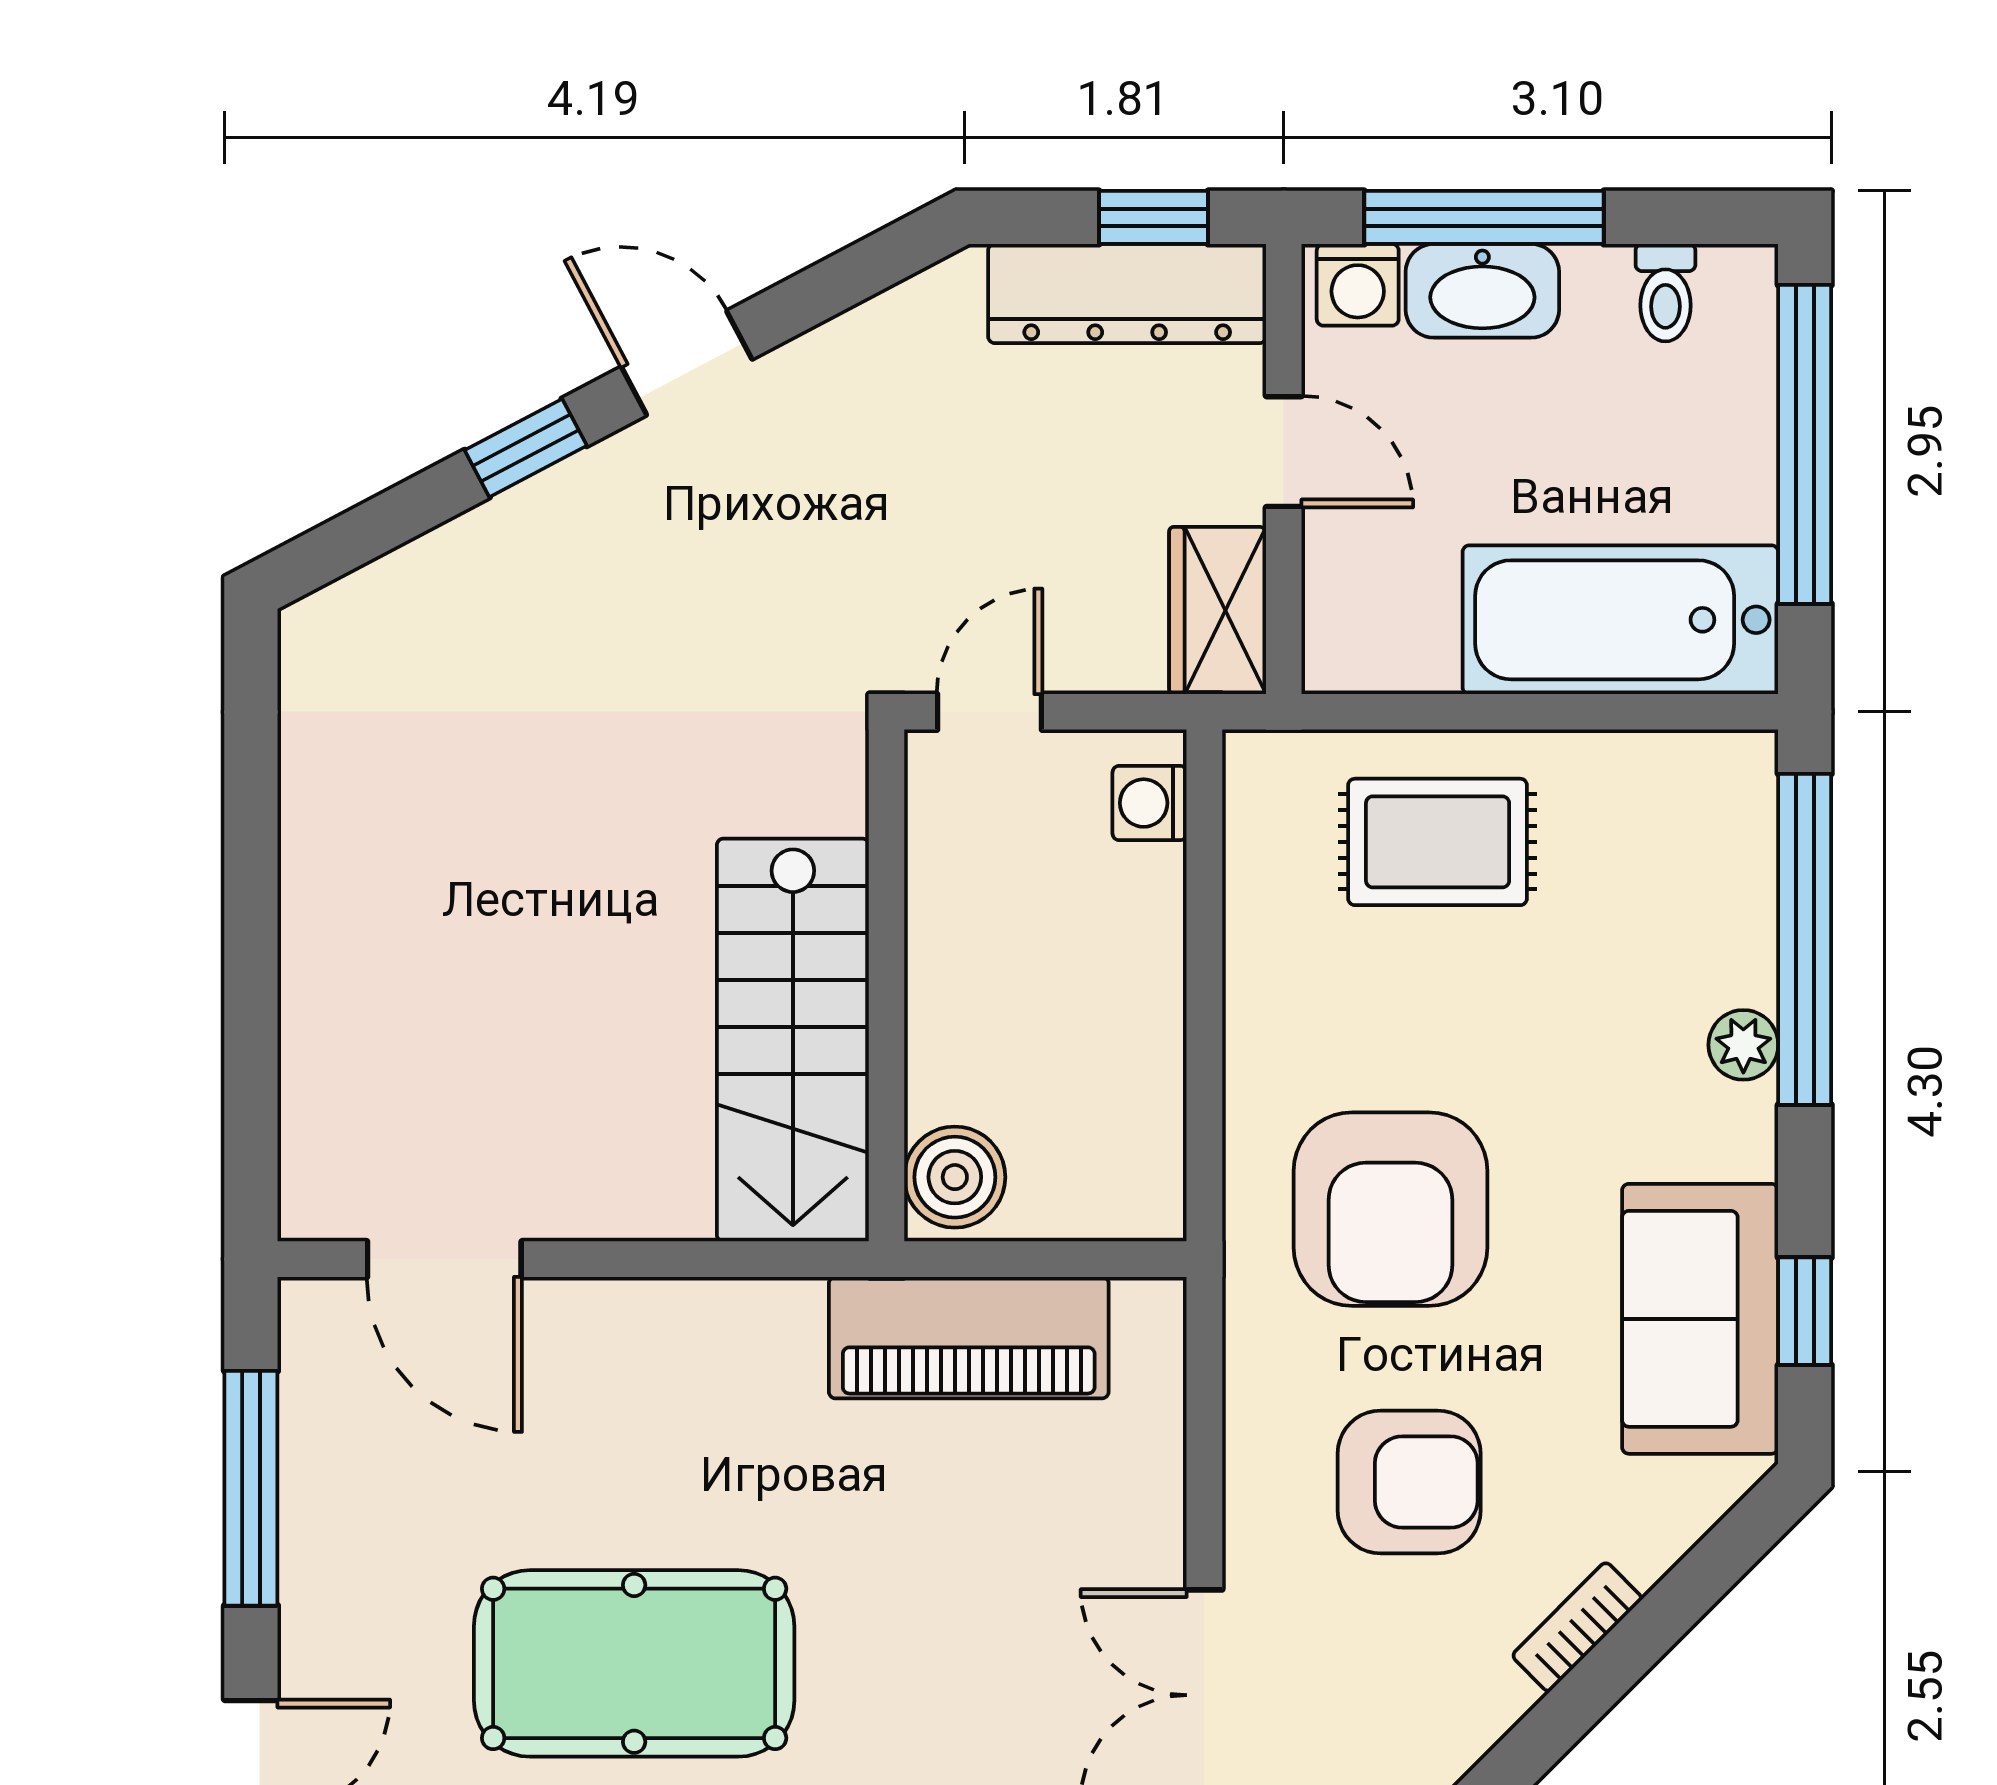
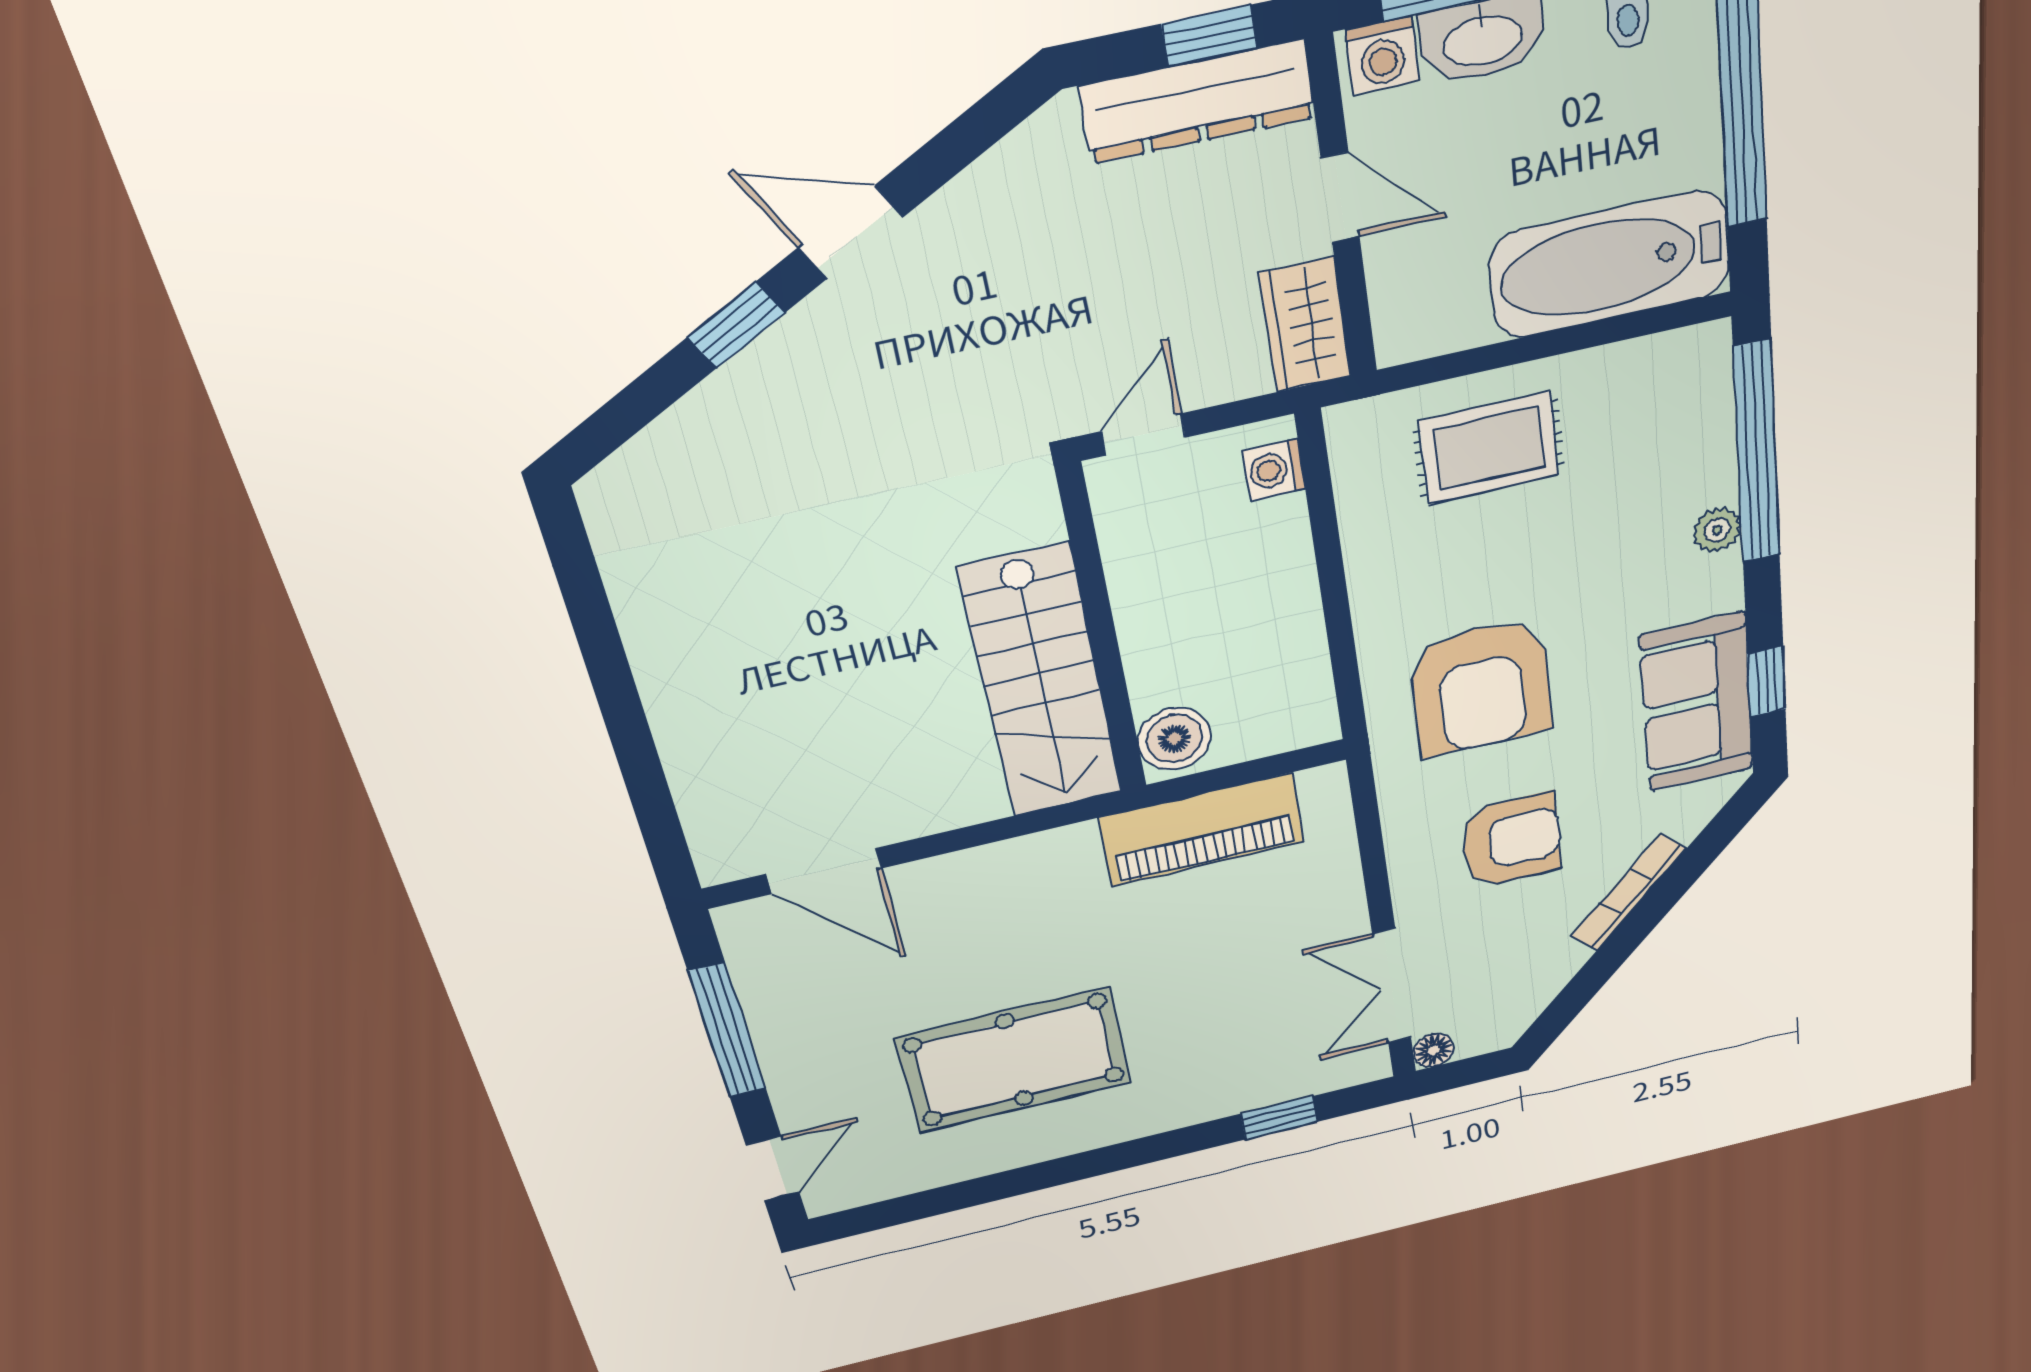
bookcase: (1577, 1627) -> (1628, 893), width x1.56

